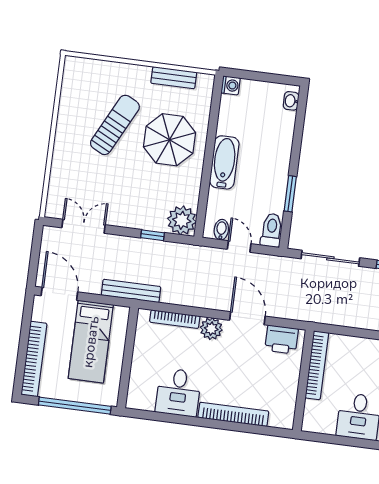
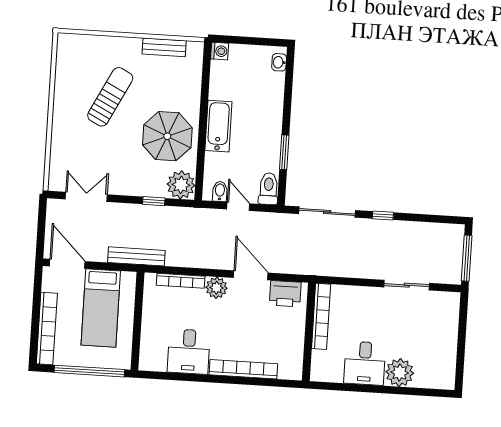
parasol: (170, 140) -> (167, 136), moved

